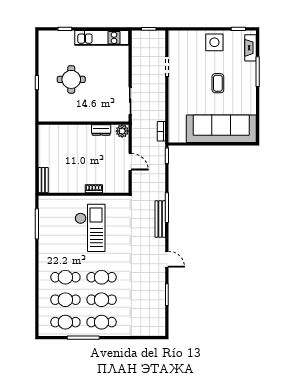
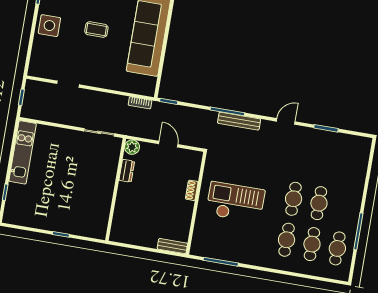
round table: (71, 79) -> (64, 195), removed
door: (130, 162) -> (168, 144), hinge flipped
cafe table: (102, 322) -> (344, 207), removed

